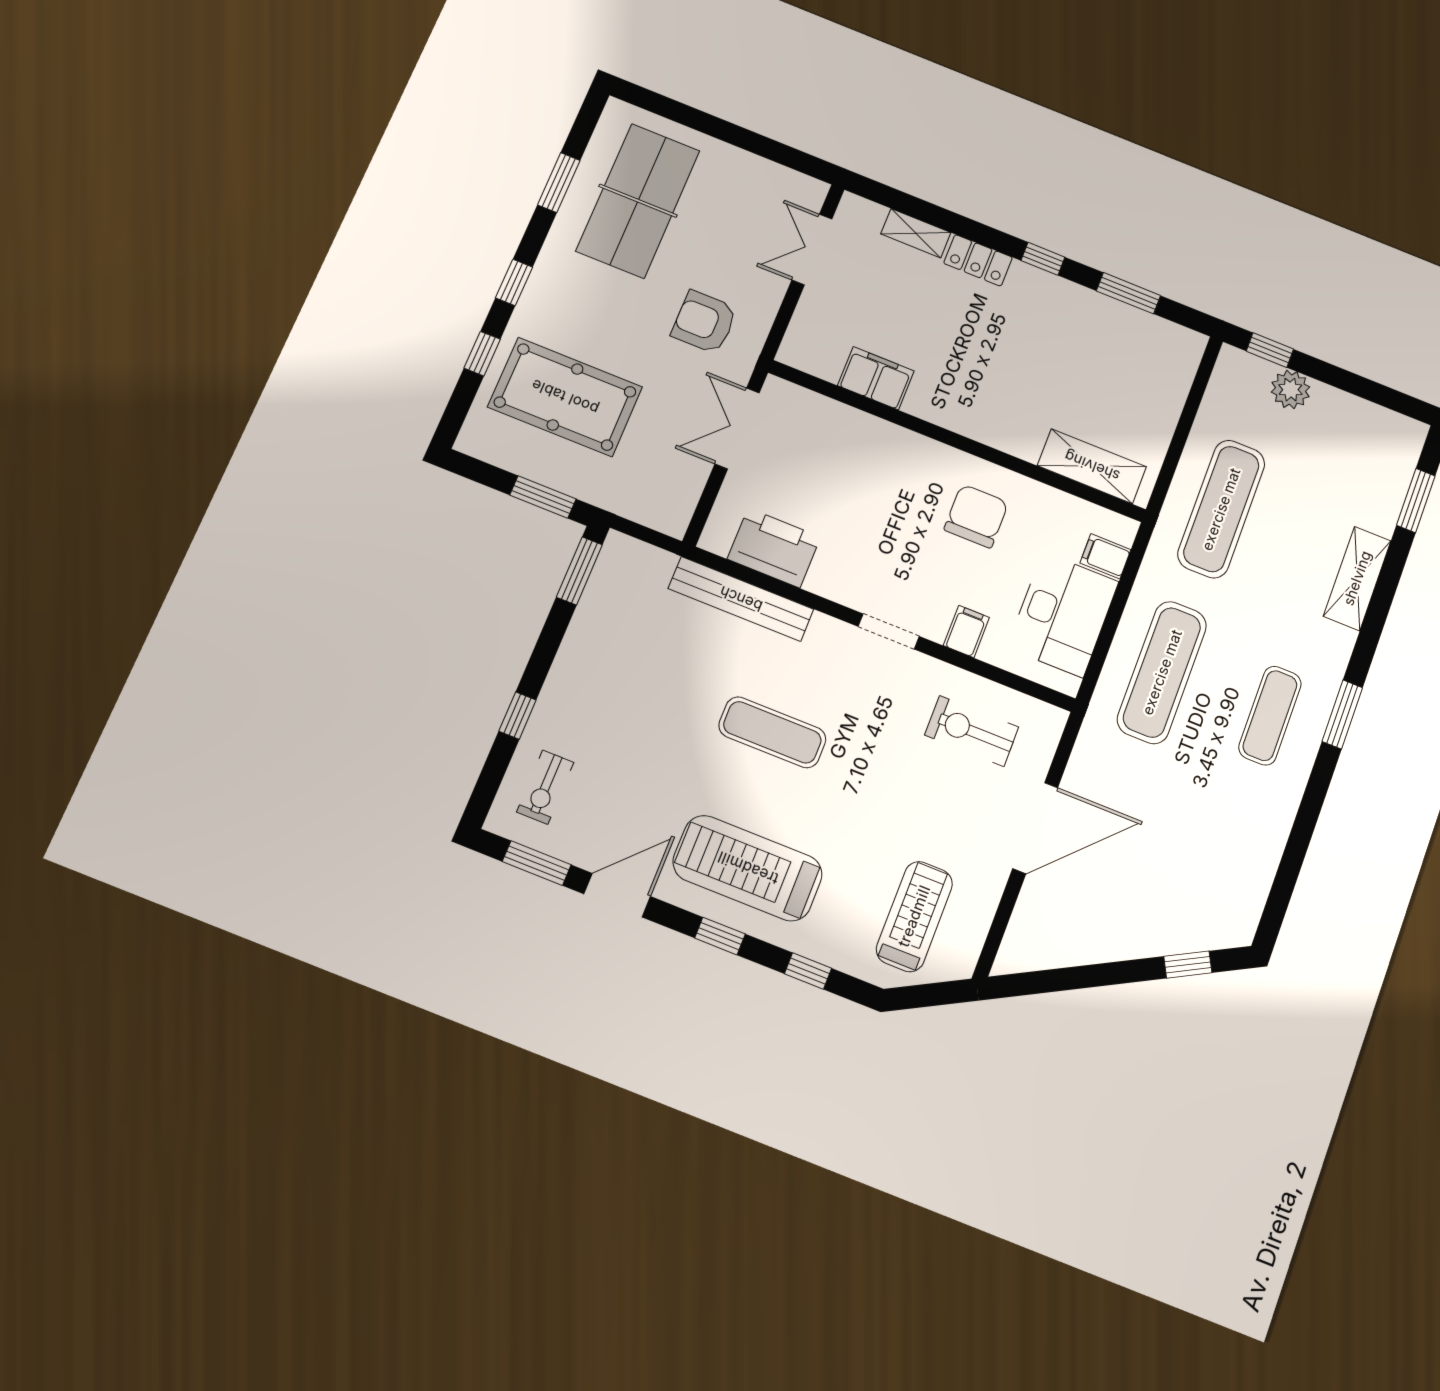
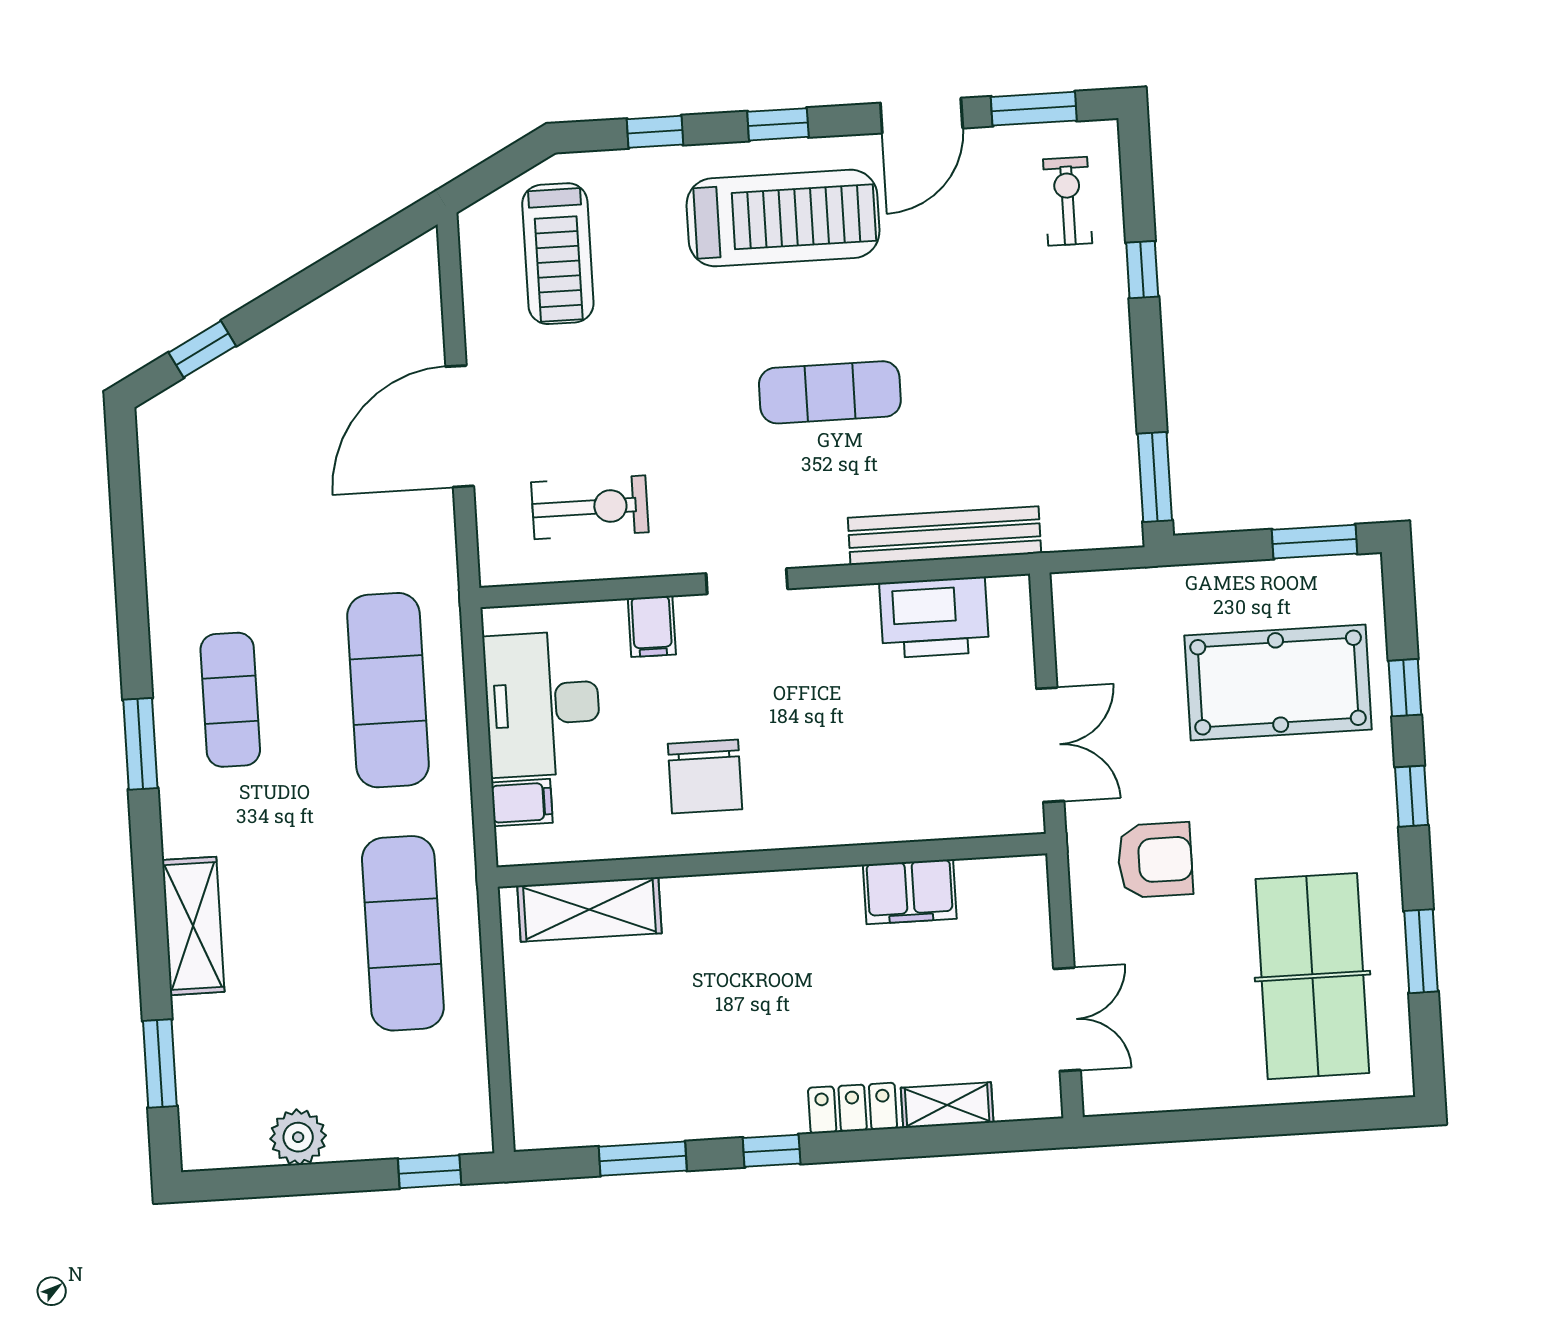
plant: (1290, 390) -> (298, 1137), moved
window: (543, 497) -> (1314, 542), moved

